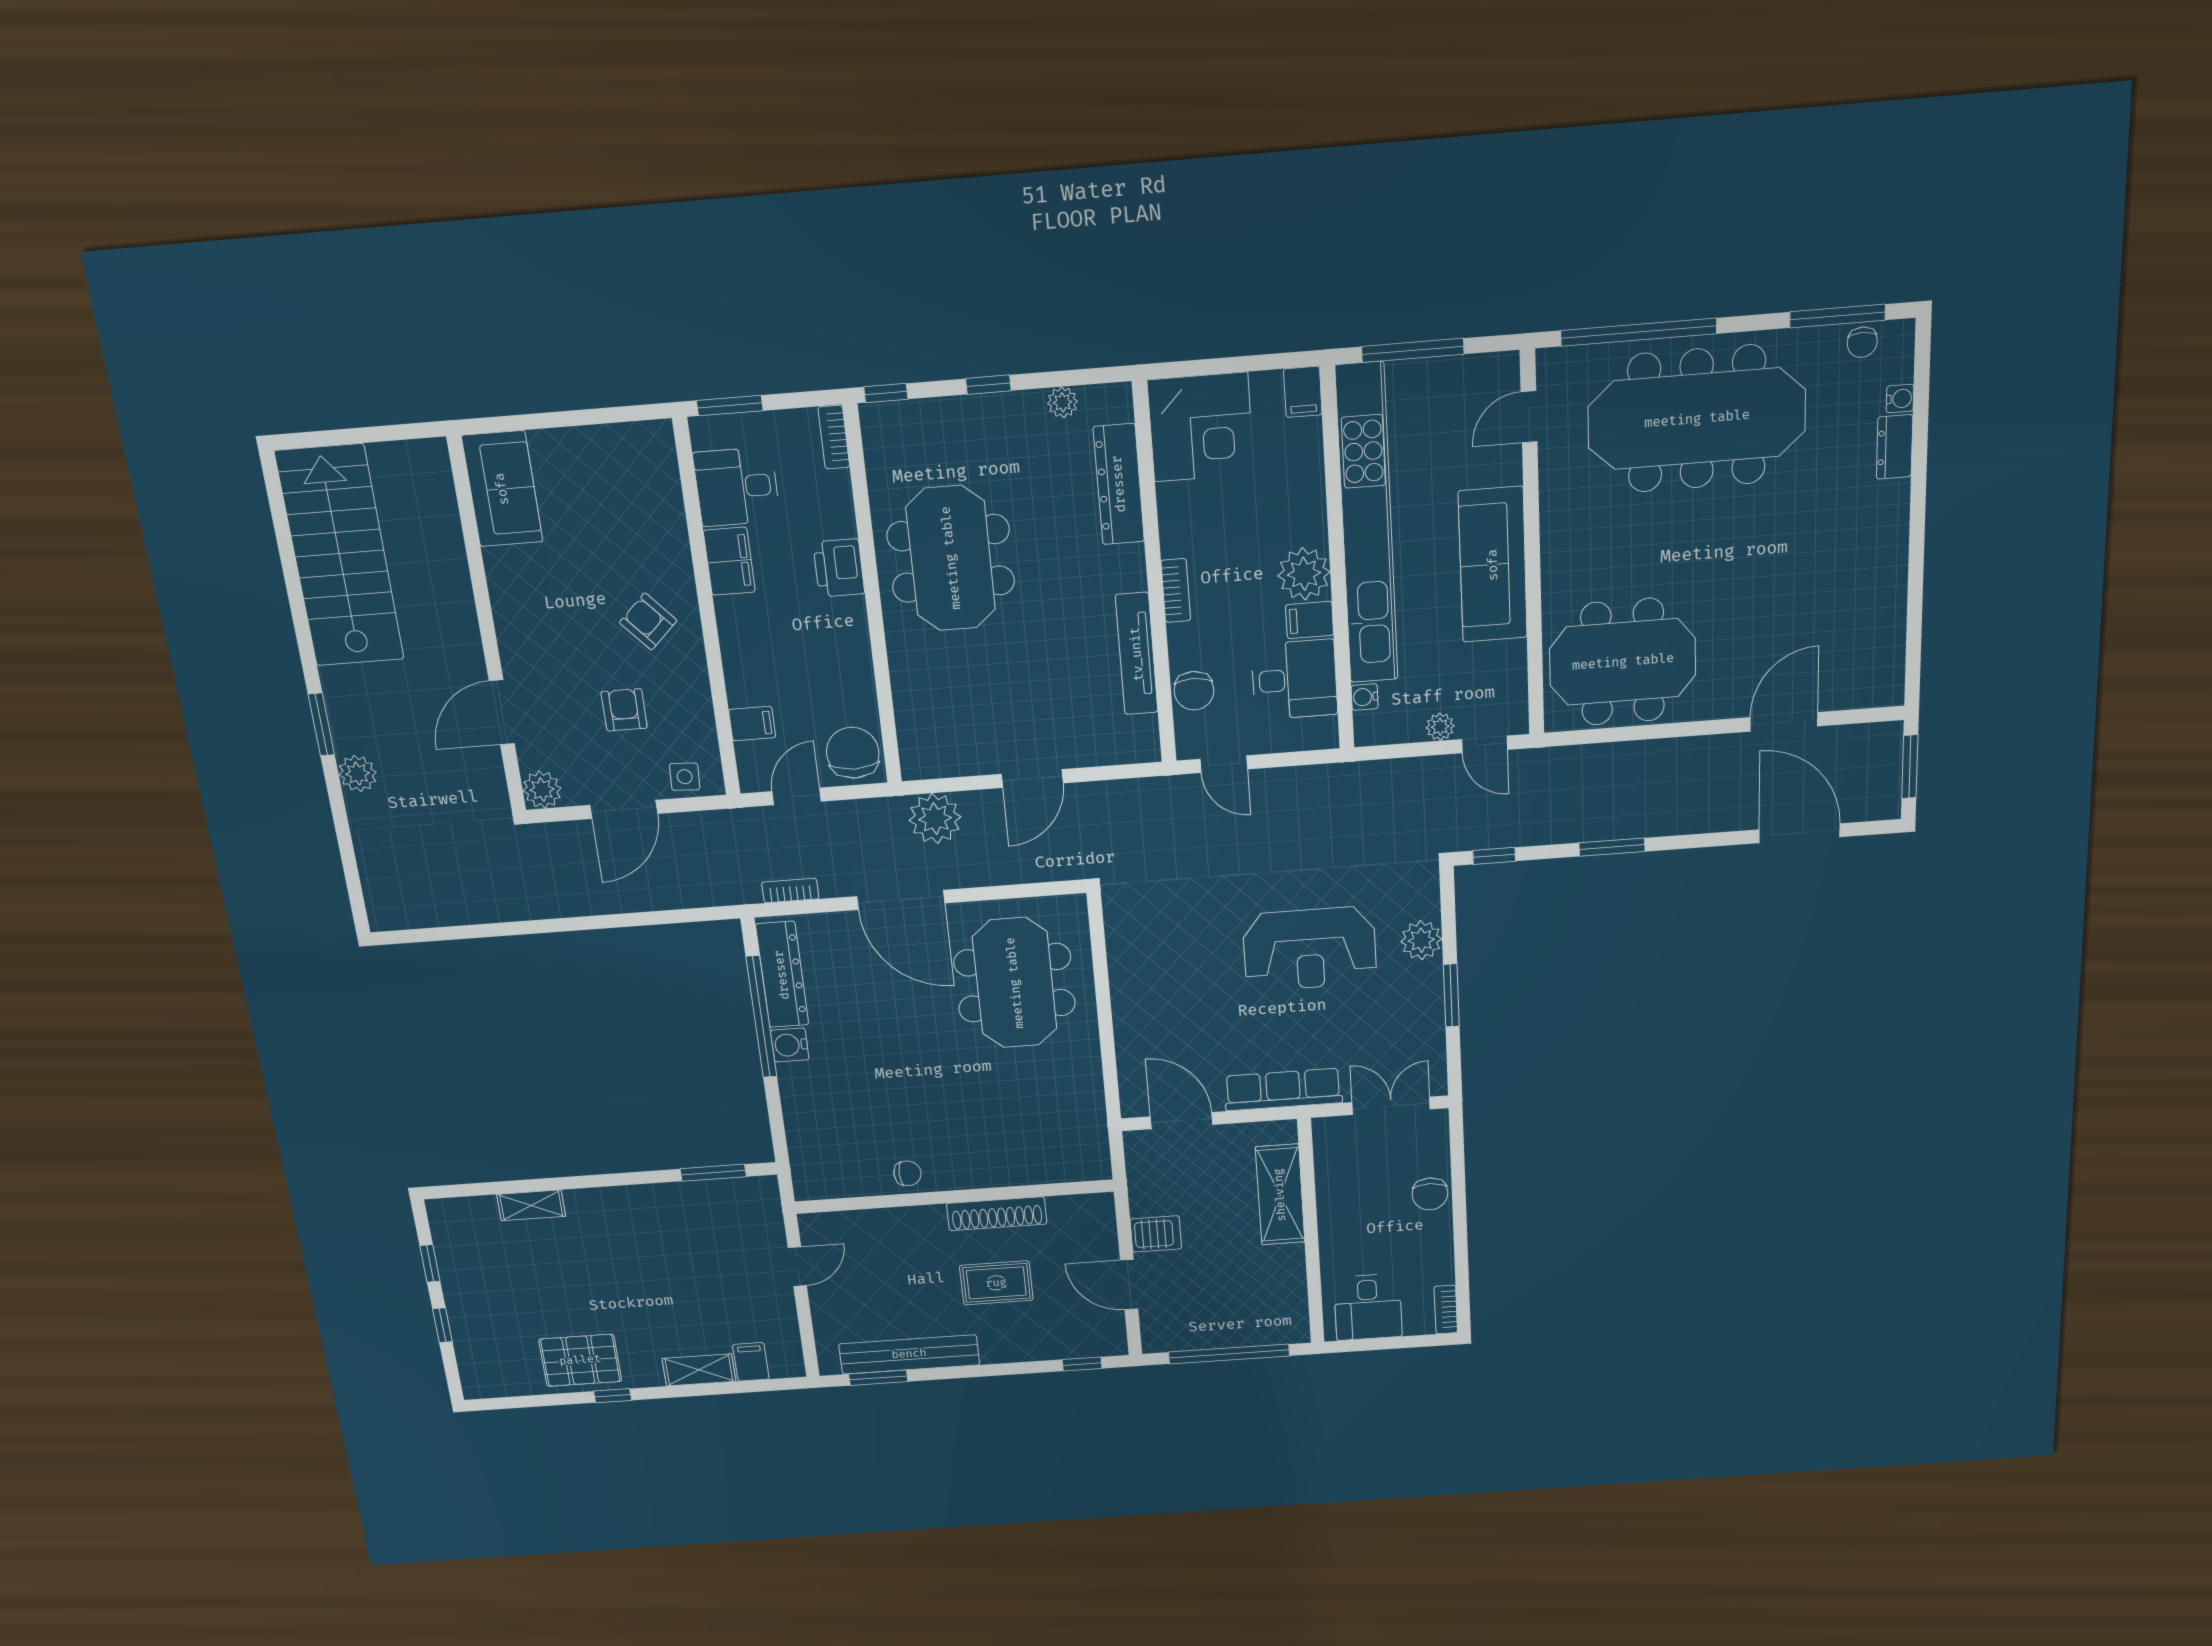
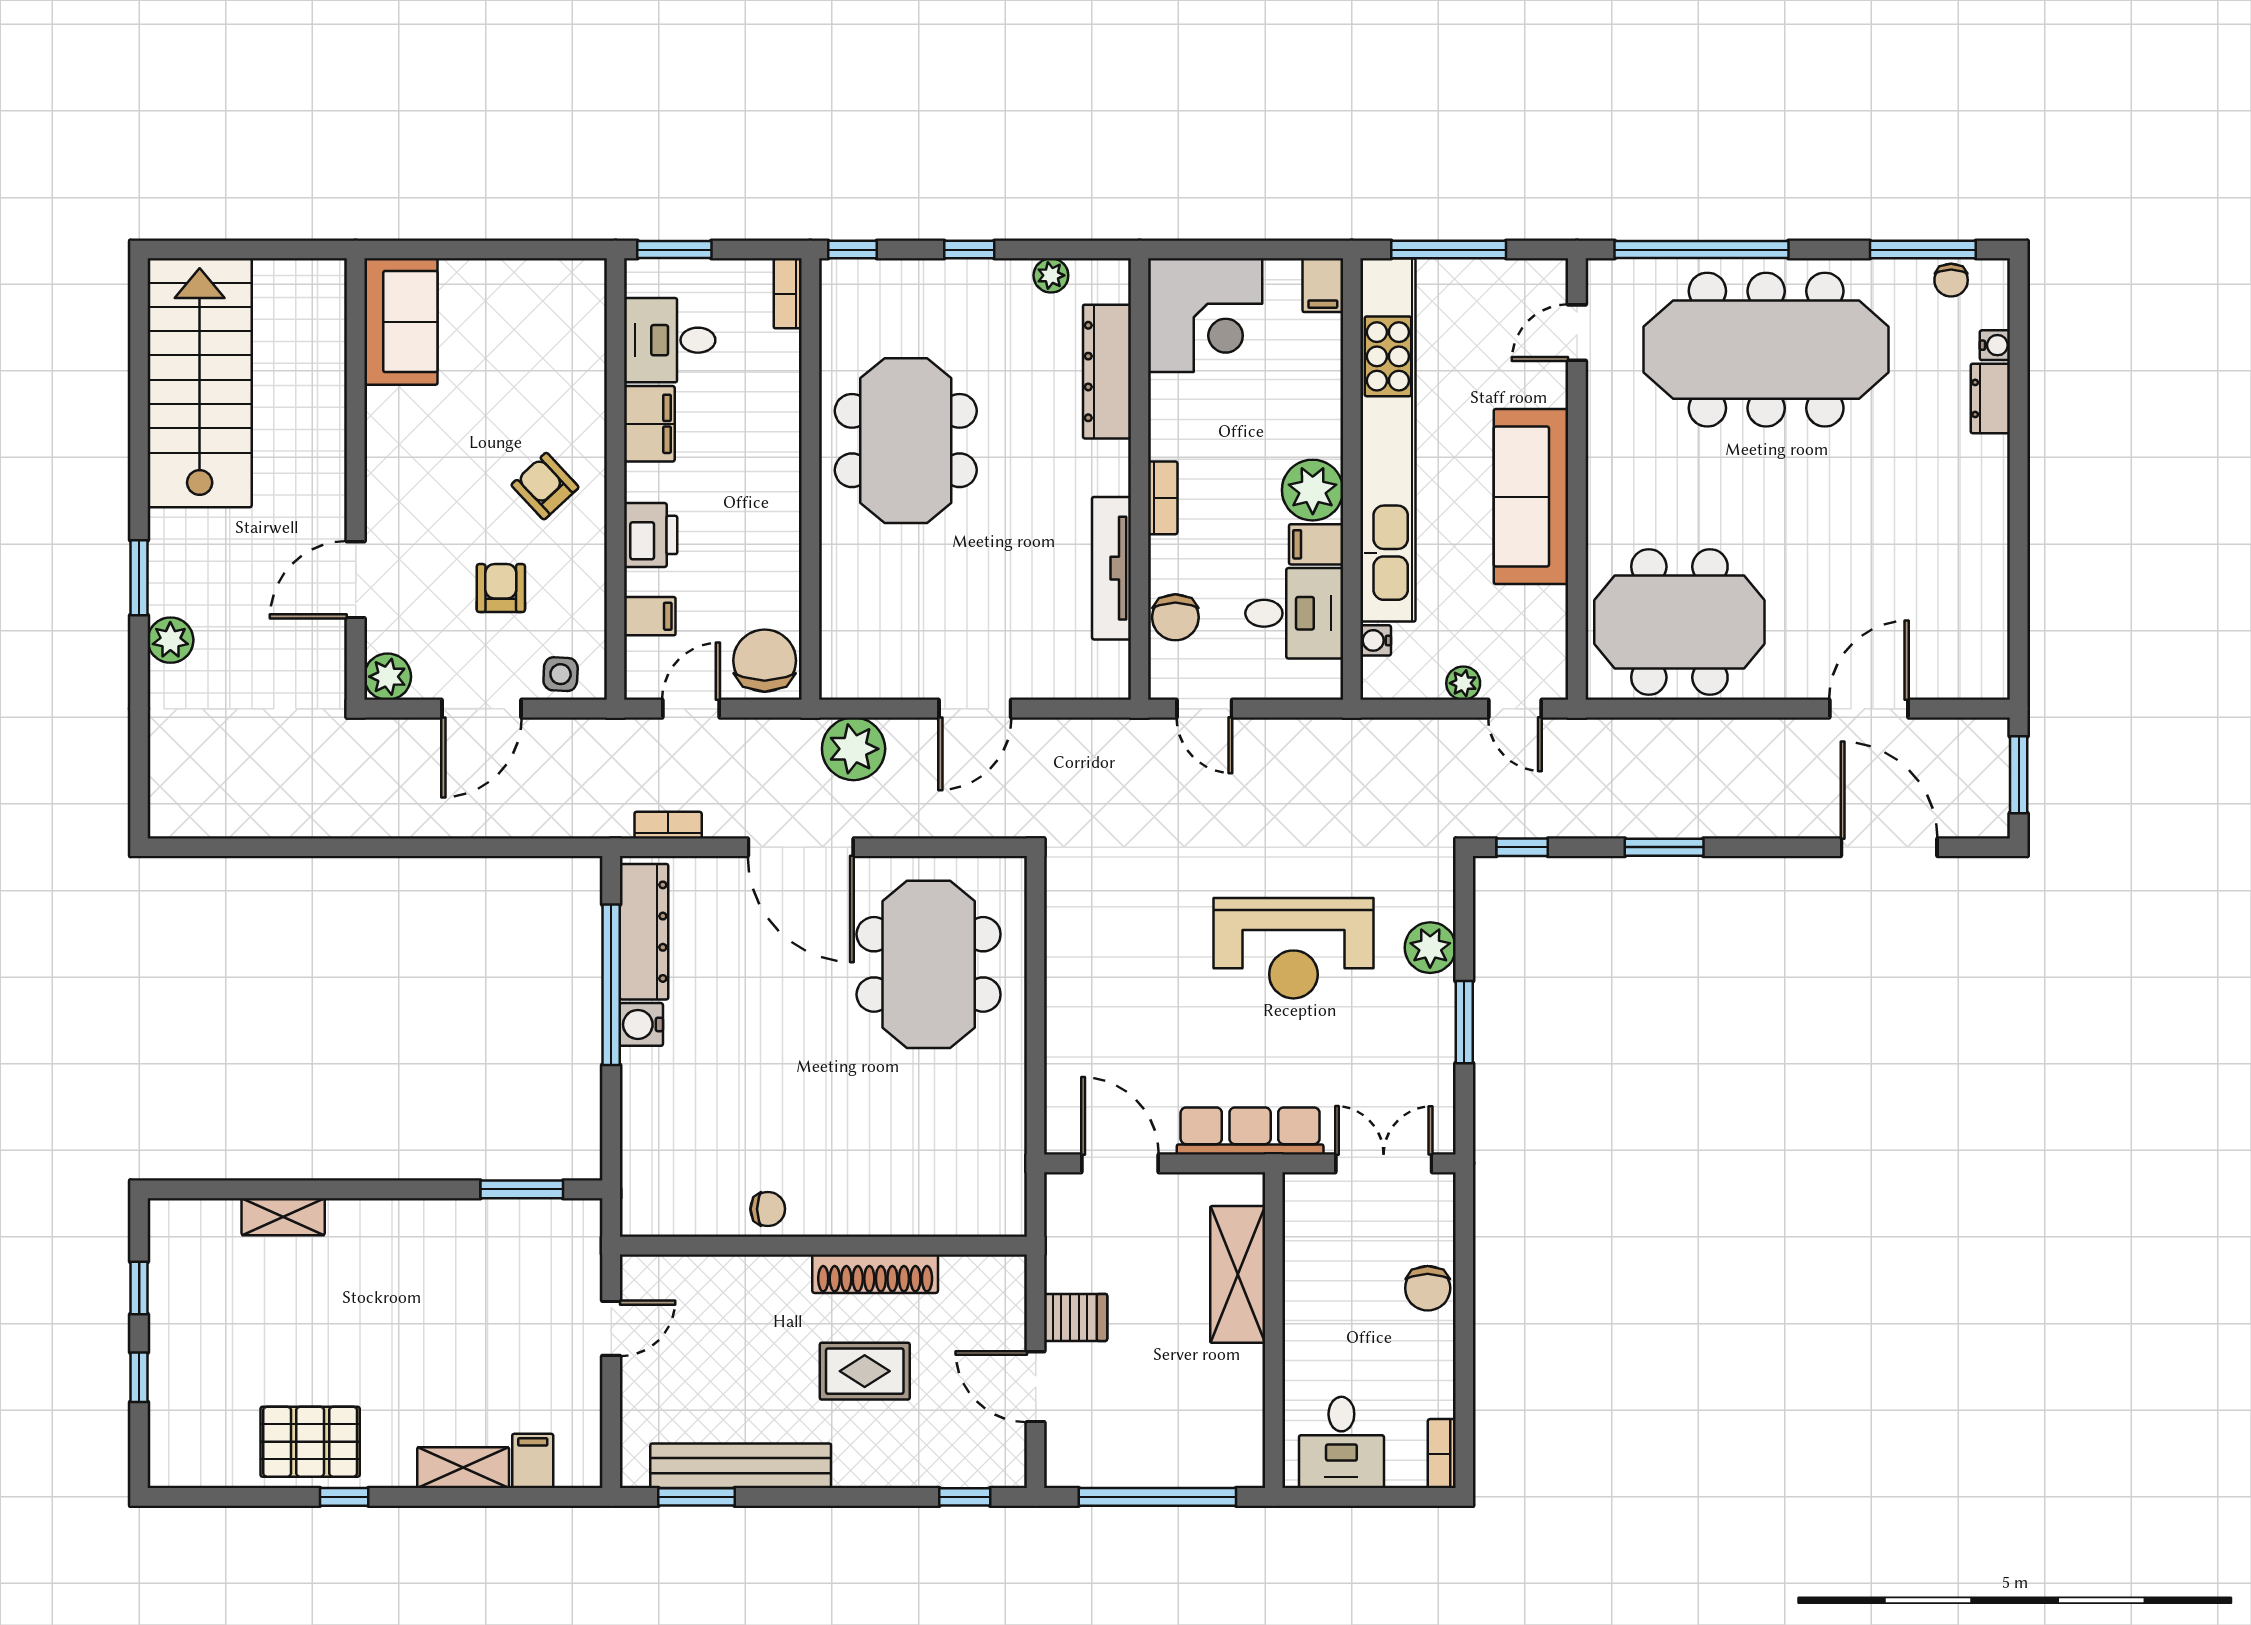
printer: (839, 568) -> (651, 535), moved, turned 180

